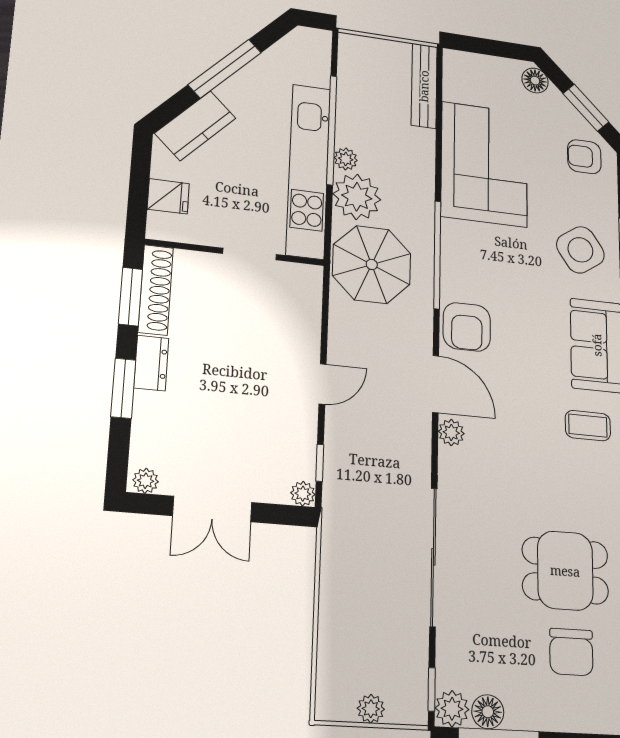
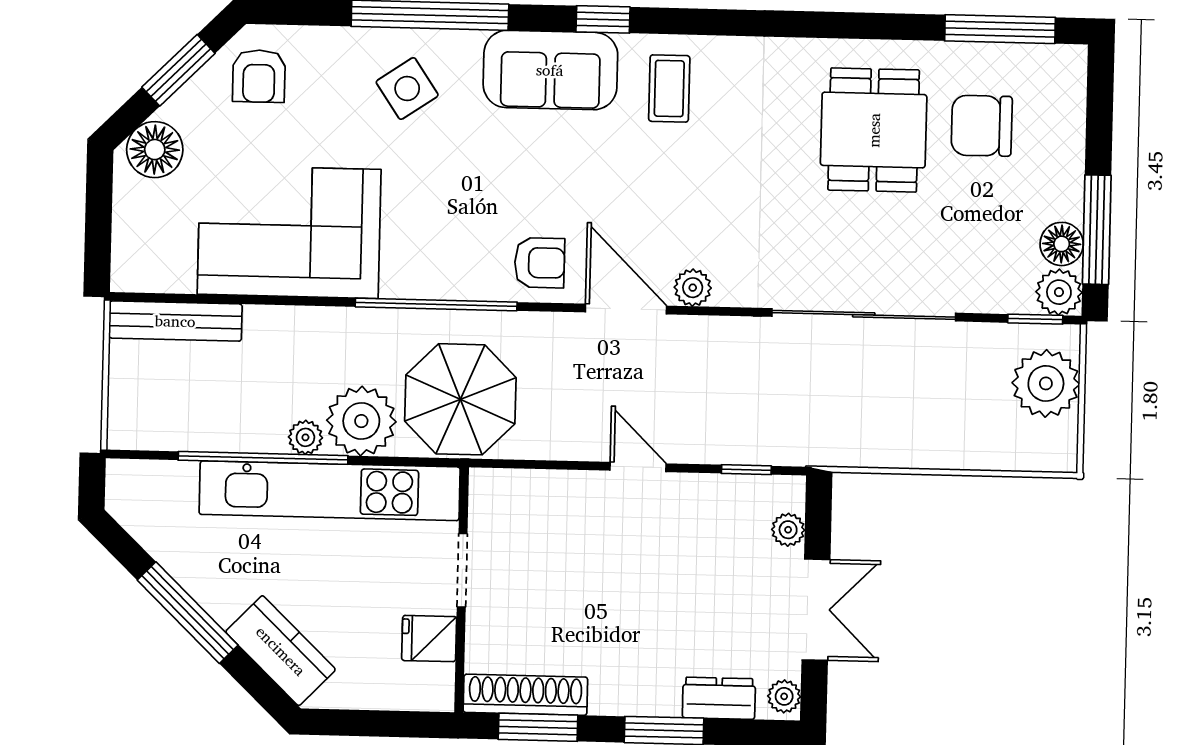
floor lamp: (535, 81) -> (155, 150), width x1.38, depth x1.38
fridge: (168, 196) -> (429, 639), moved, turned -90
side table: (580, 250) -> (407, 88), width x0.73, depth x0.73
armchair: (467, 327) -> (540, 263), width x0.72, depth x0.72
dresser: (151, 363) -> (719, 698), moved
door: (436, 384) -> (626, 309), hinge flipped
plant: (303, 494) -> (788, 530), moved
chair: (571, 652) -> (982, 126), turned 180
plant: (371, 709) -> (1046, 383), width x1.88, depth x1.88

